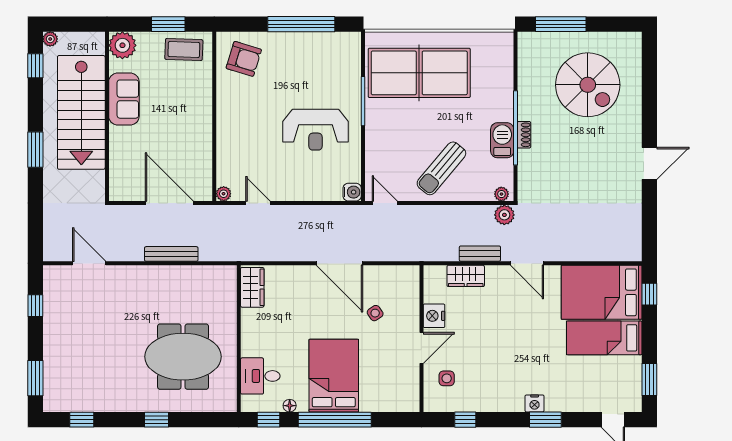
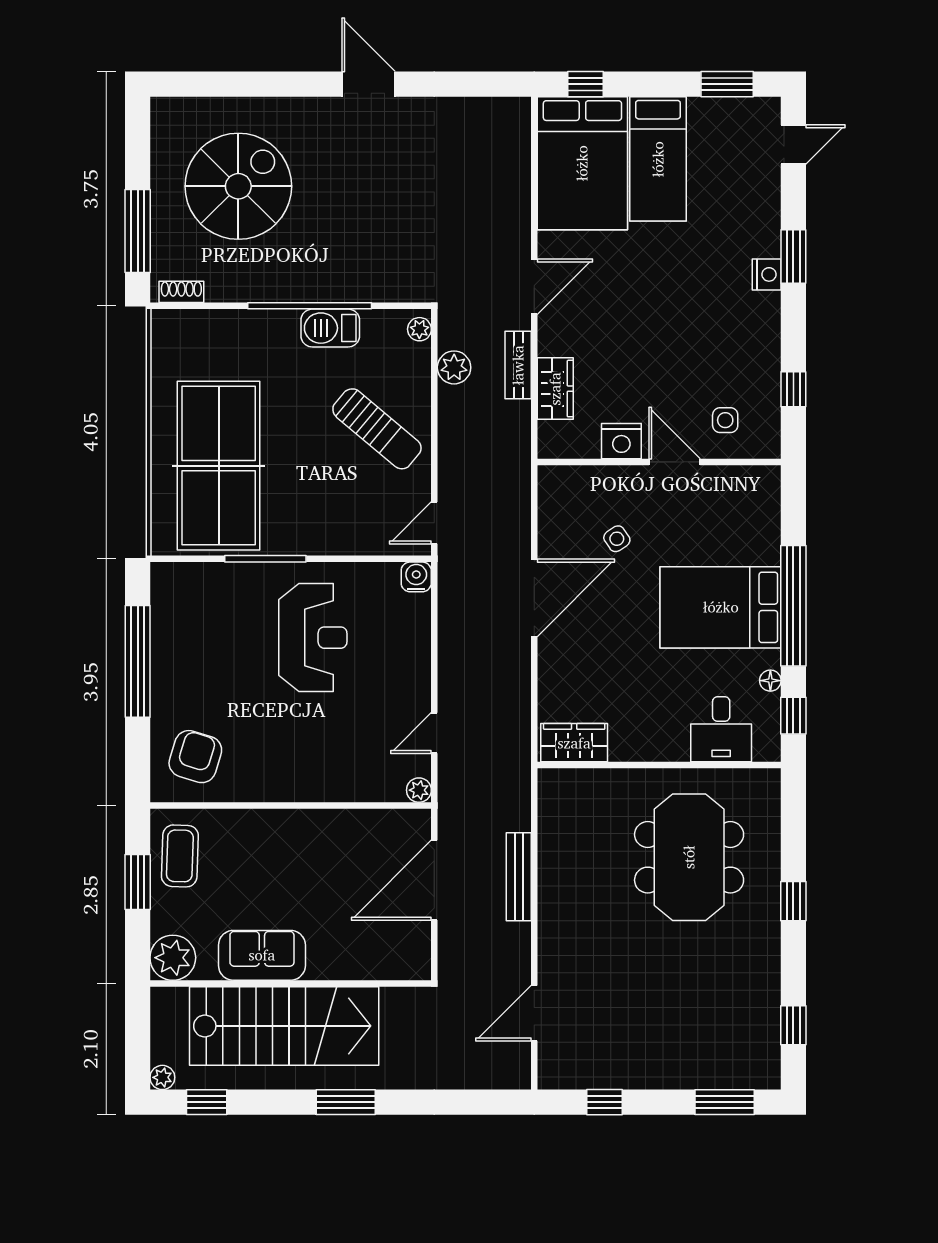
shoe rack: (524, 135) -> (181, 292), moved
plant: (504, 215) -> (454, 367), moved

